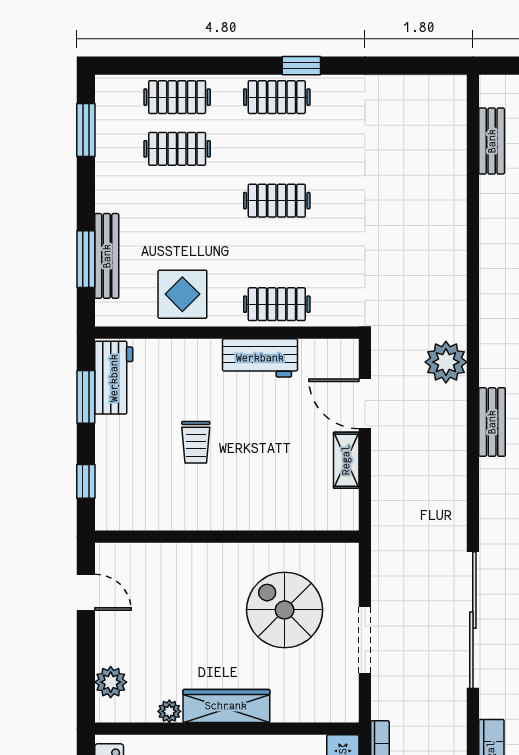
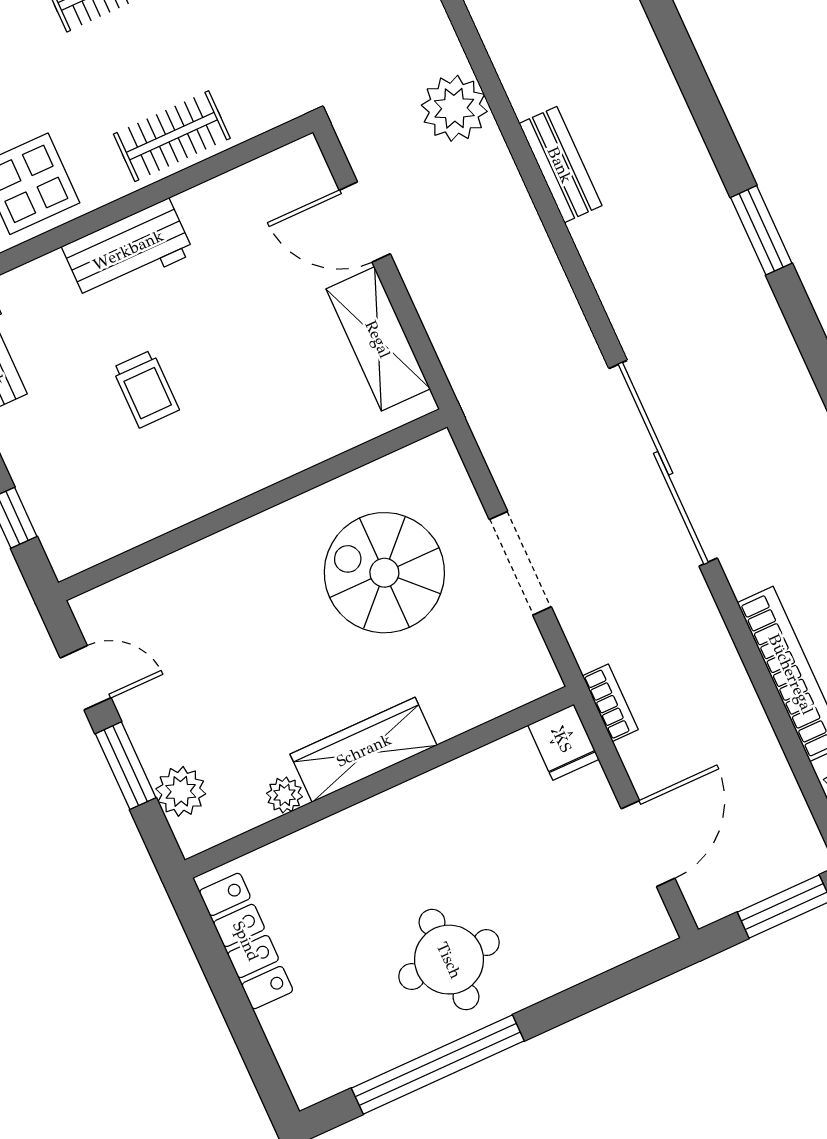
workbench: (260, 358) -> (128, 250), moved
shelving: (346, 460) -> (378, 339), width x1.50, depth x1.33
window: (86, 653) -> (126, 766), added

